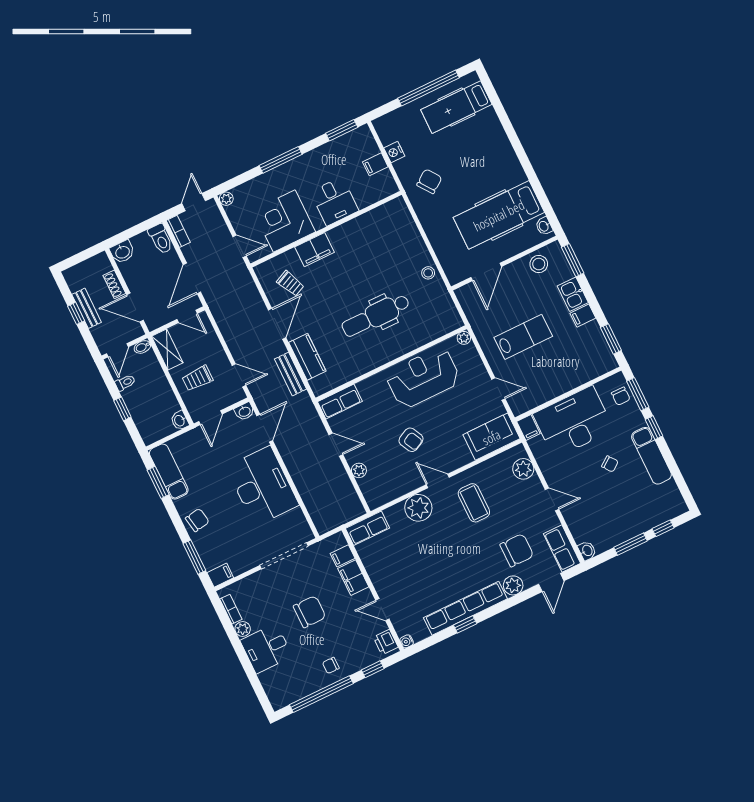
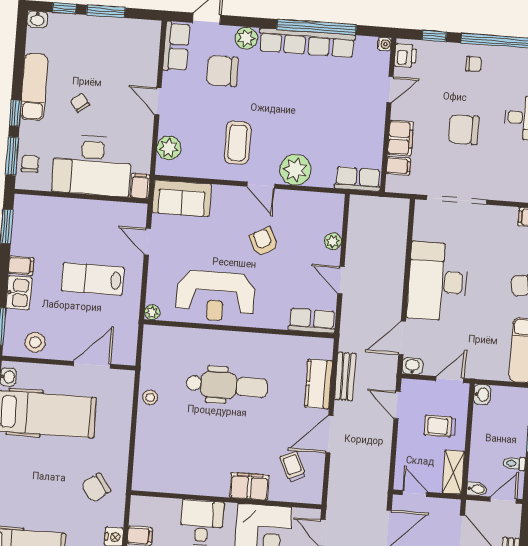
trolley: (197, 378) -> (440, 426), turned 180
washbasin: (587, 551) -> (37, 19), moved, turned -90
door: (382, 610) -> (390, 90), hinge flipped
window: (465, 624) -> (316, 27), width x3.17

